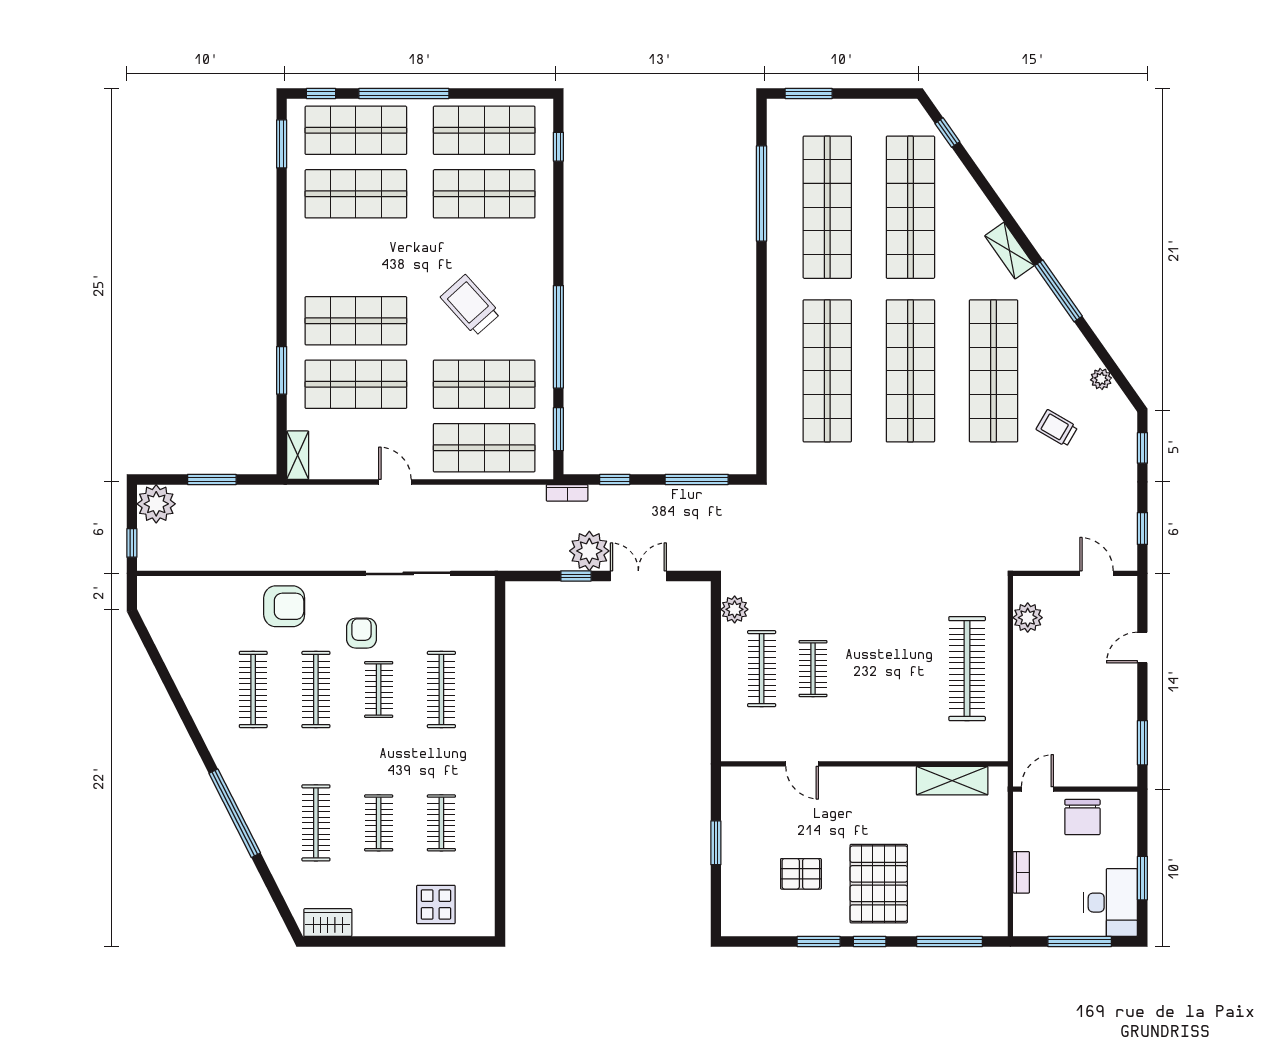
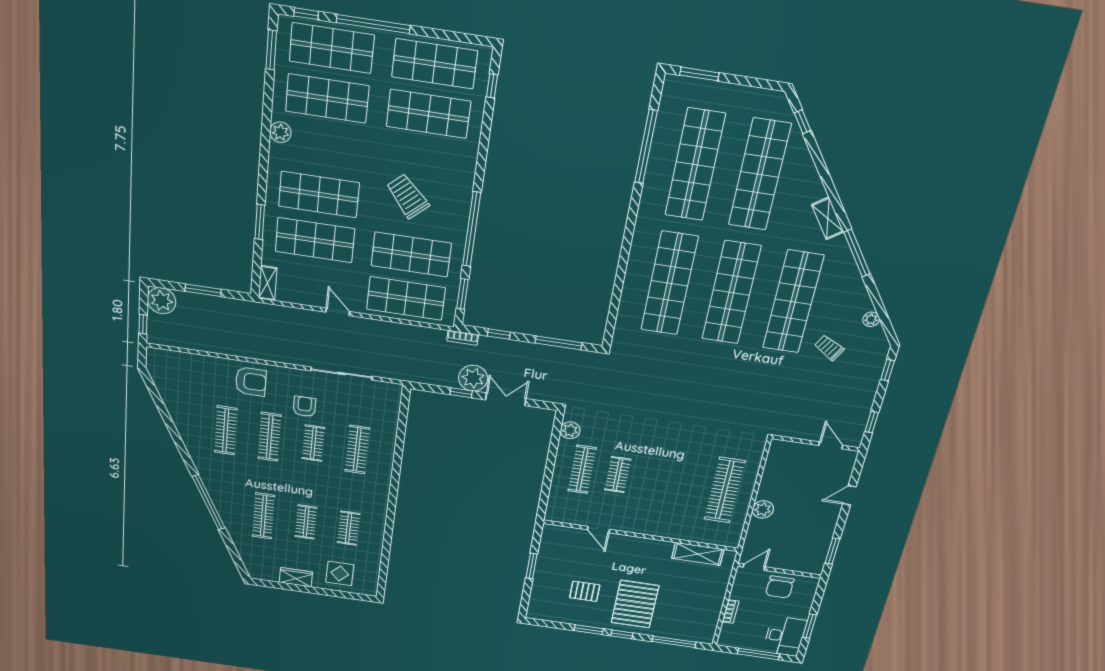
plant: (300, 246) -> (280, 132), added
plant: (1028, 618) -> (763, 509), moved
wardrobe: (328, 923) -> (296, 577), moved

